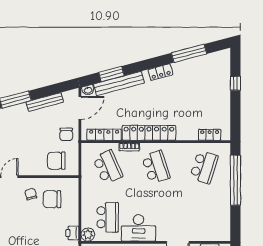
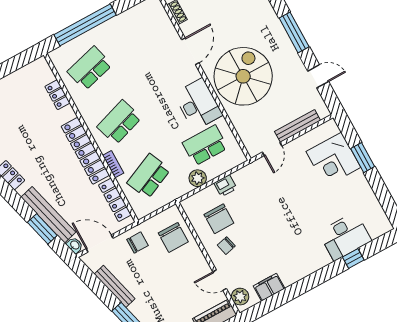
locker: (210, 135) -> (57, 95), moved
school desk: (204, 167) -> (90, 68), turned -33
printer: (72, 233) -> (225, 186), moved
plant: (88, 235) -> (198, 178), moved

